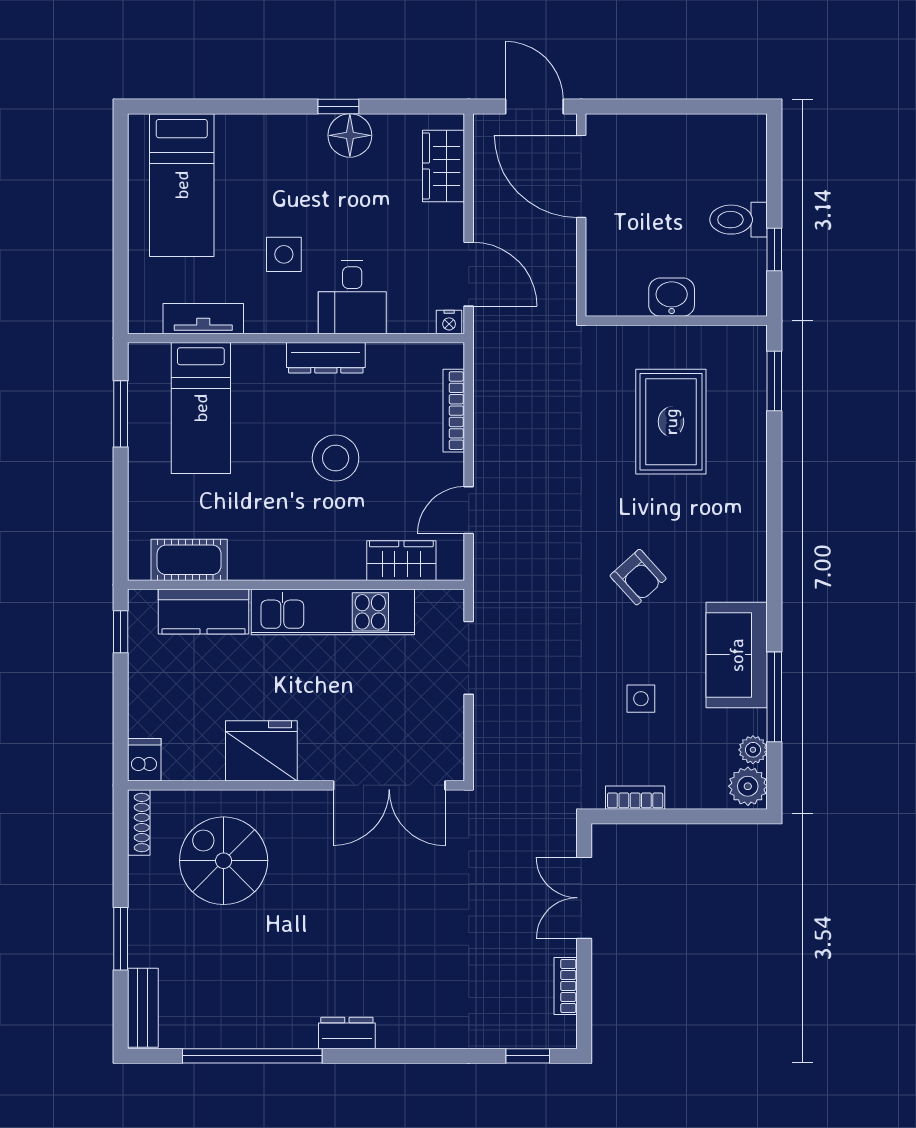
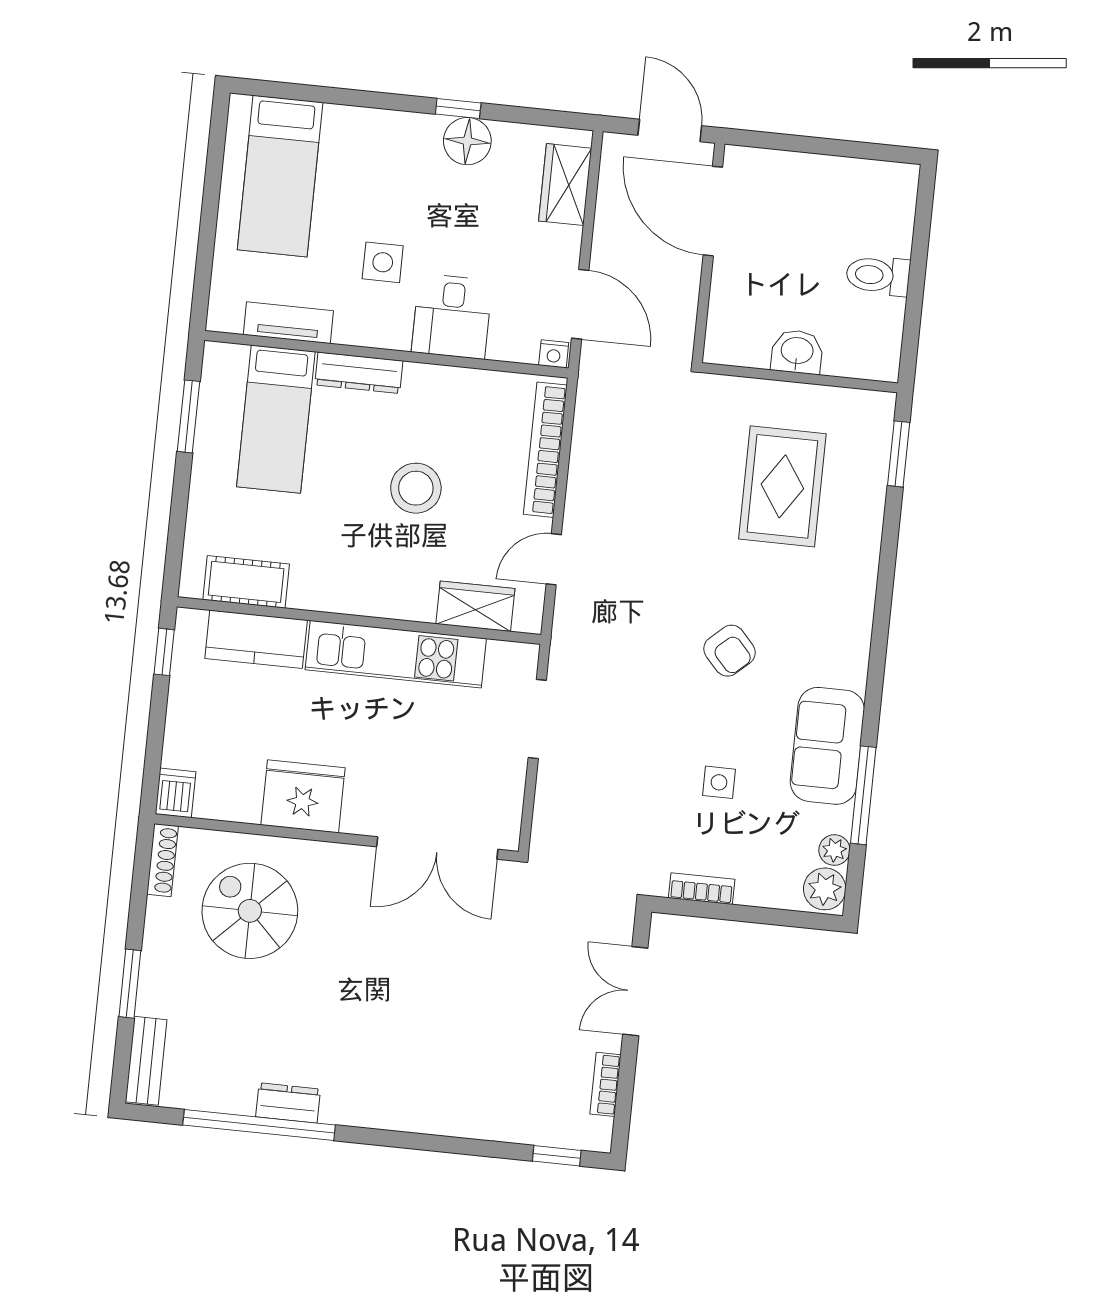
window: (774, 249) -> (913, 312), removed
dresser: (326, 358) -> (359, 373), moved
bookcase: (454, 411) -> (545, 450), width x1.48, depth x1.31
dresser: (347, 1033) -> (288, 1103), moved

